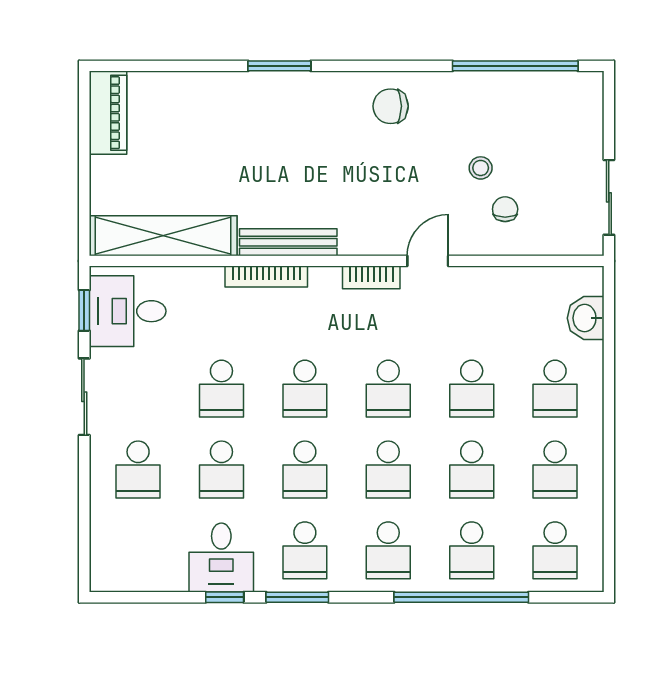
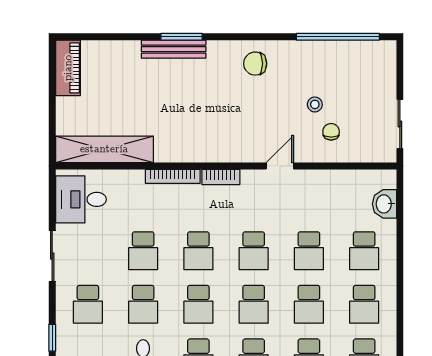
bench: (288, 242) -> (174, 49), moved
bookcase: (371, 277) -> (221, 177), moved
window: (84, 310) -> (52, 338), moved

